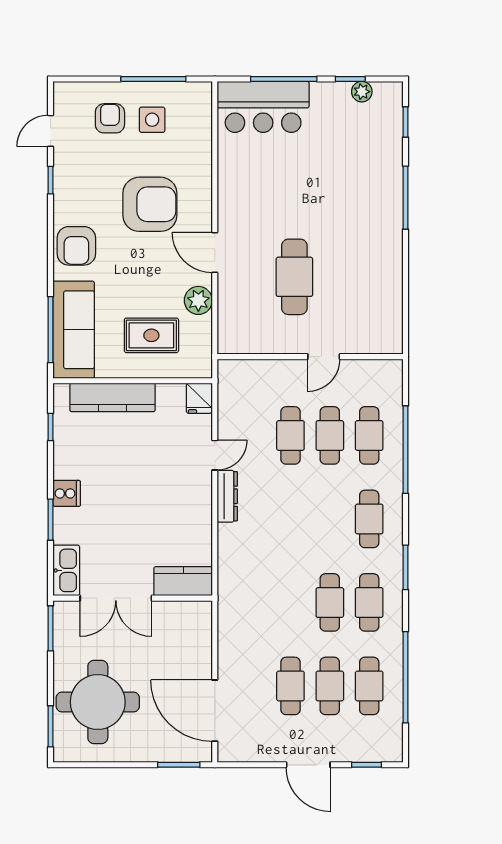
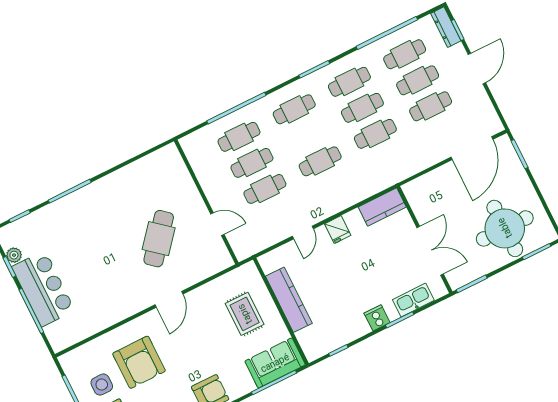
bar counter: (263, 107) -> (43, 289), moved
armchair: (150, 204) -> (139, 362), moved, turned 180
cafe table: (294, 277) -> (159, 239), turned -50
plant: (198, 300) -> (206, 294), removed
sofa: (74, 330) -> (275, 363), width x0.73
door: (324, 357) -> (217, 224), moved
kitchen counter: (113, 397) -> (289, 300), moved
fridge: (199, 398) -> (338, 230), moved, turned 90
door: (215, 455) -> (303, 233), swing flipped
dresser: (227, 496) -> (446, 27), moved, turned -90
cafe table: (290, 519) -> (320, 161), added
kitchen sink: (66, 570) -> (413, 300), moved
kitchen counter: (183, 581) -> (382, 207), moved, turned -90
cafe table: (290, 602) -> (375, 134), added

